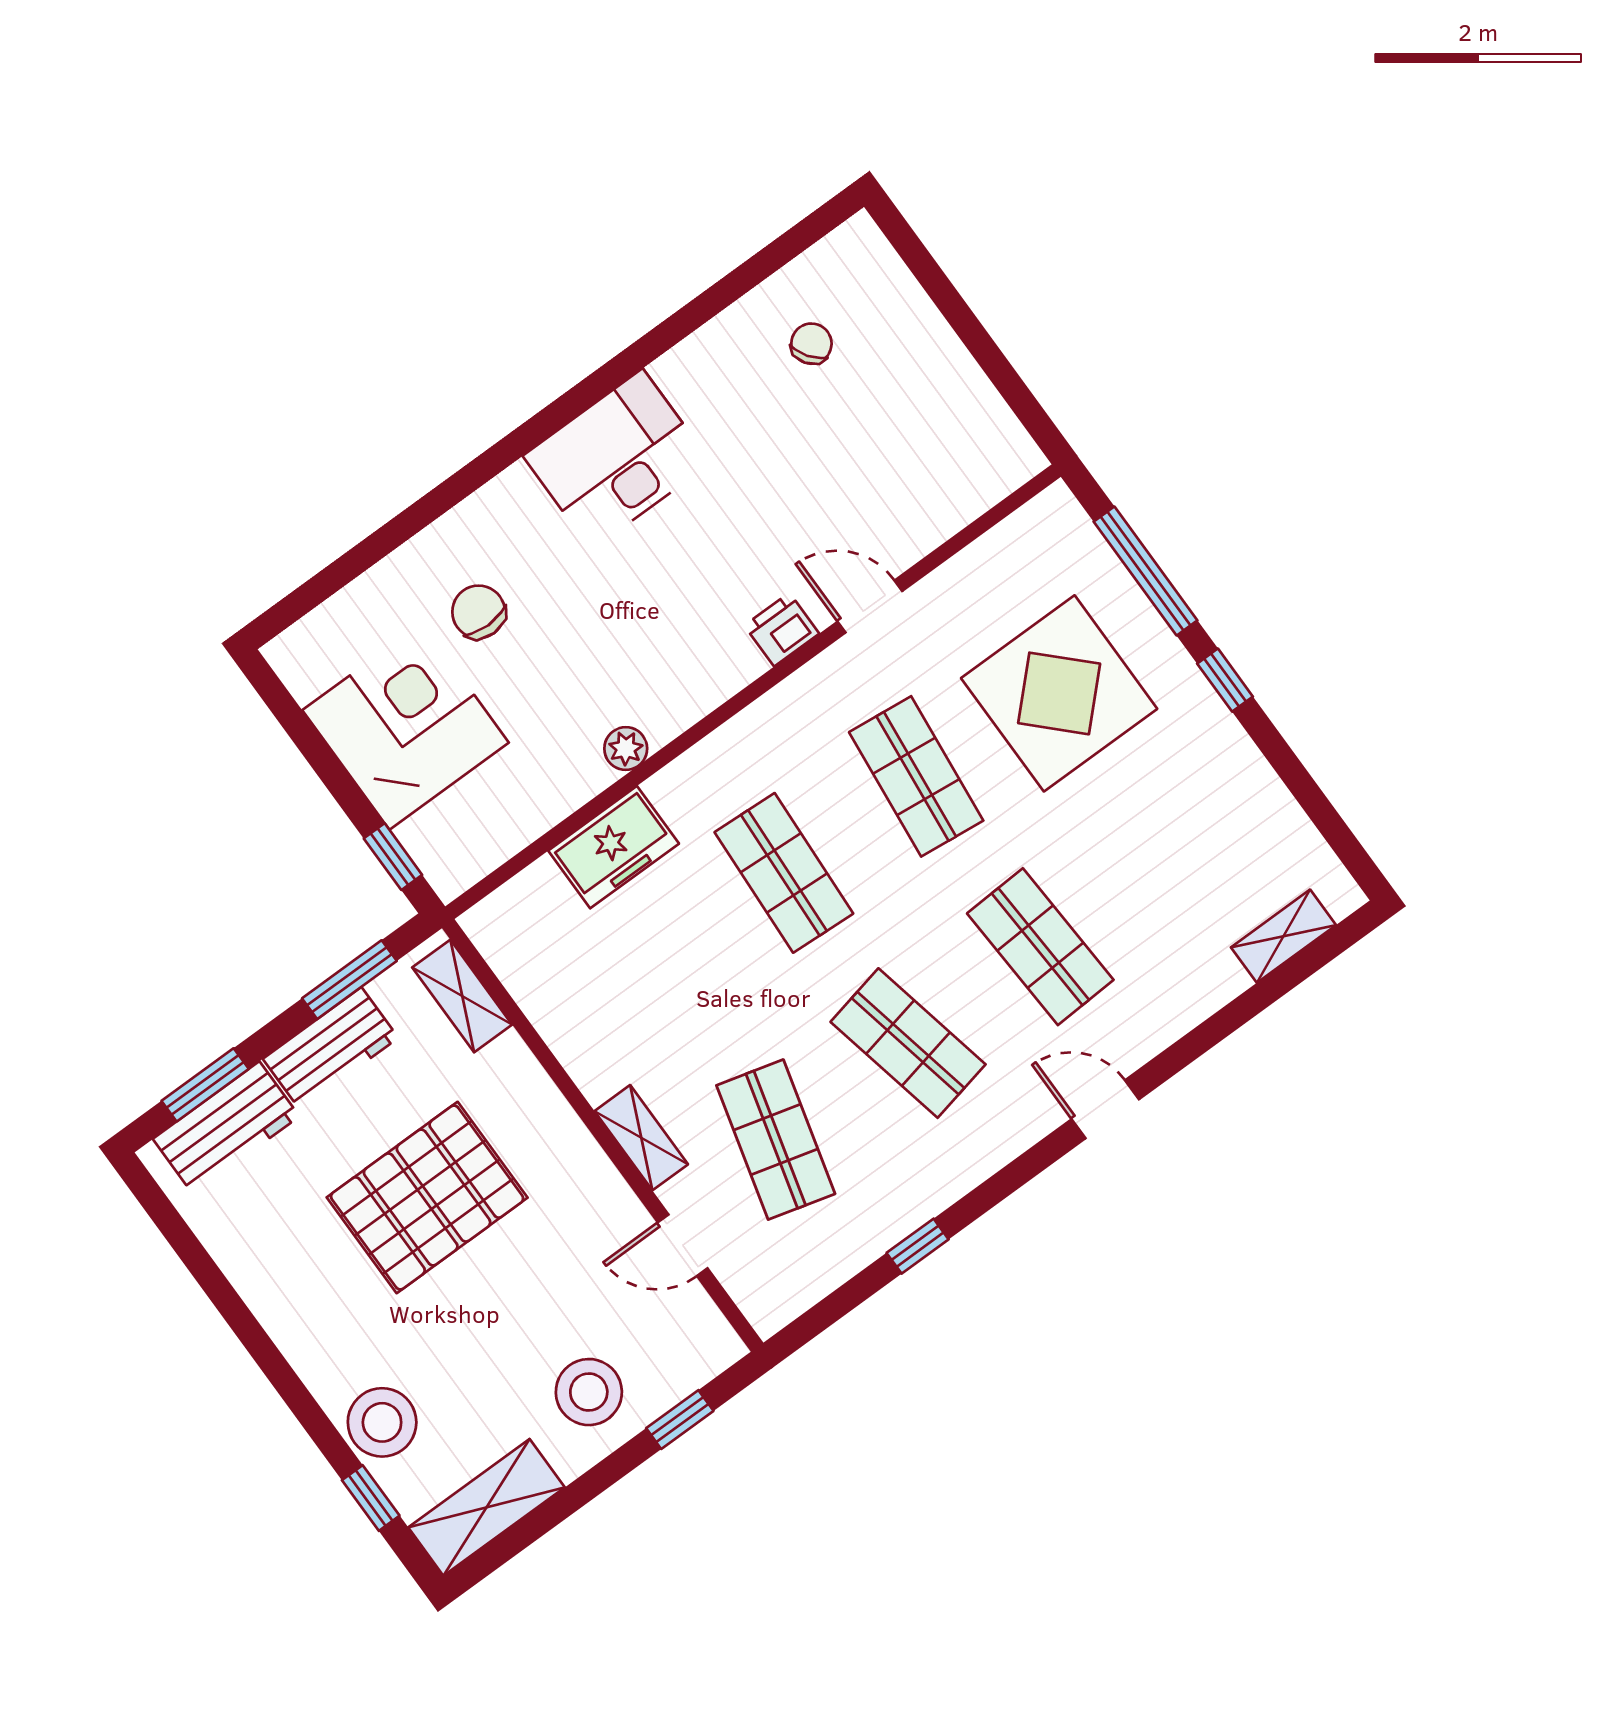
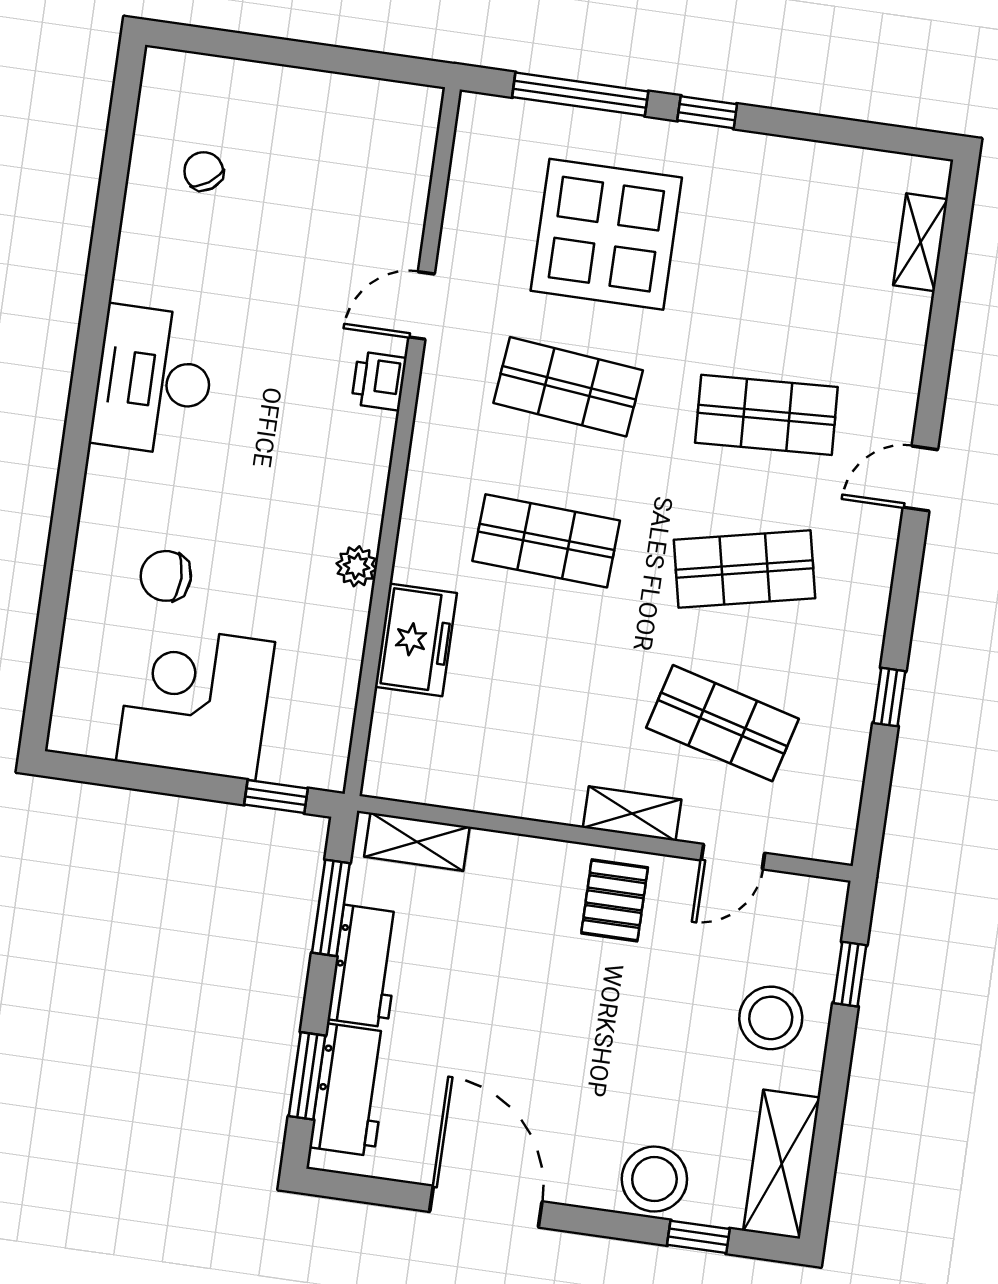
pallet: (427, 1197) -> (615, 900), moved, width x0.49, depth x0.50
door: (238, 1316) -> (486, 1207), added

